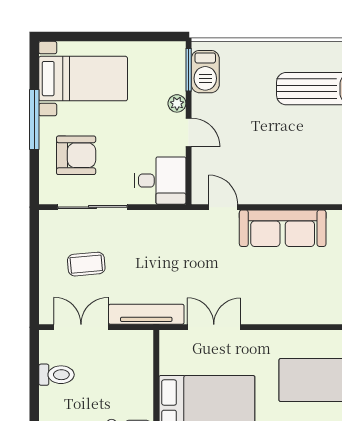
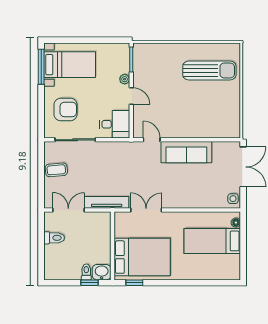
barbecue: (205, 72) -> (141, 61), removed
window: (34, 119) -> (41, 67), moved
coffee table: (86, 264) -> (56, 170), moved

